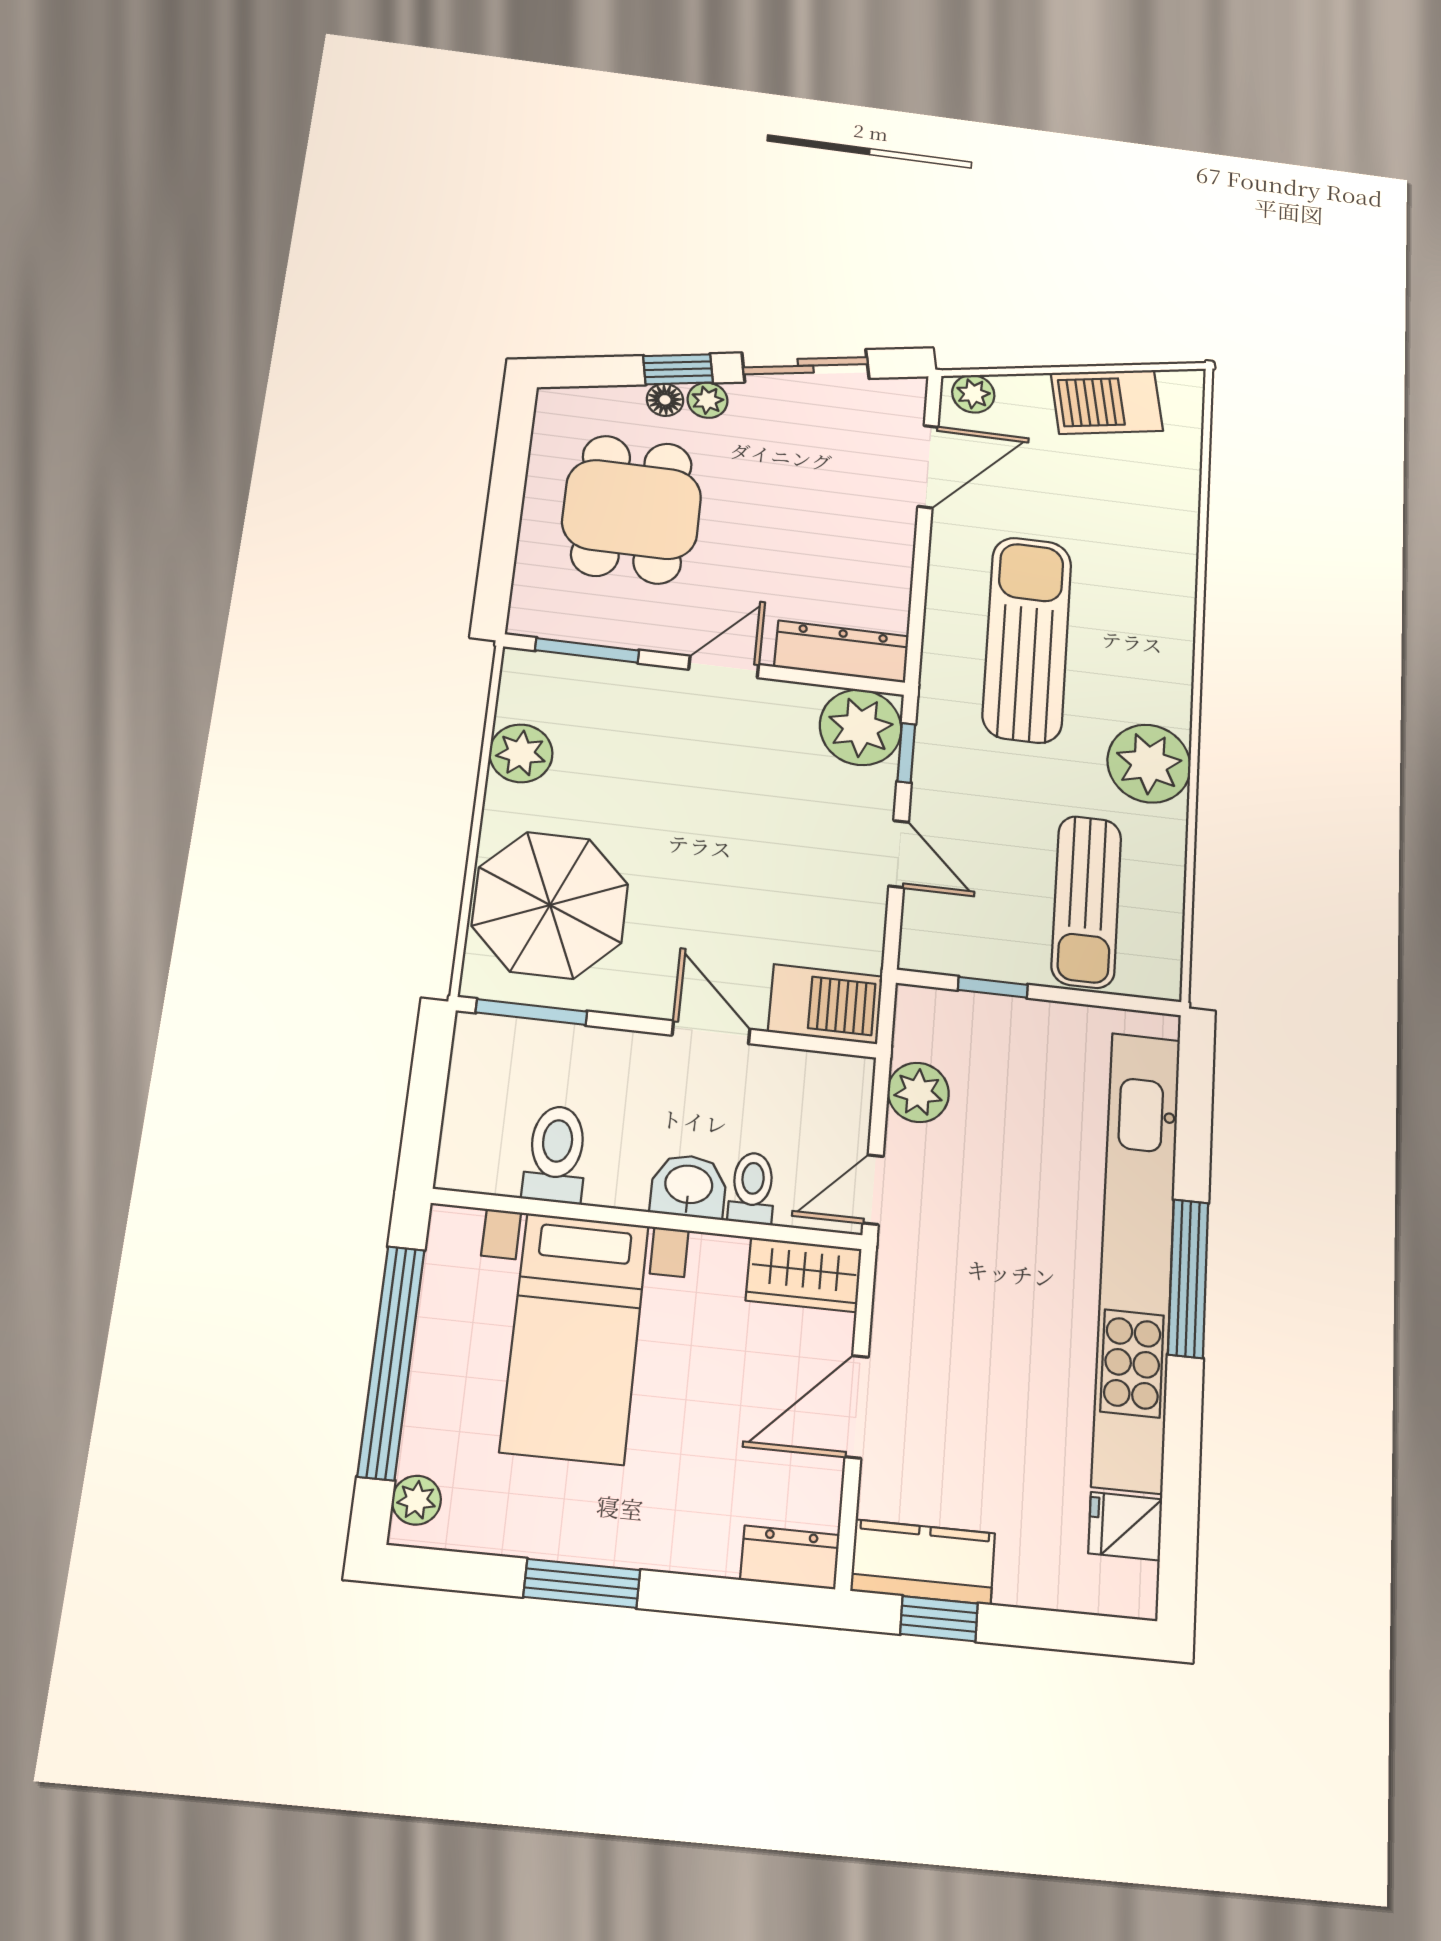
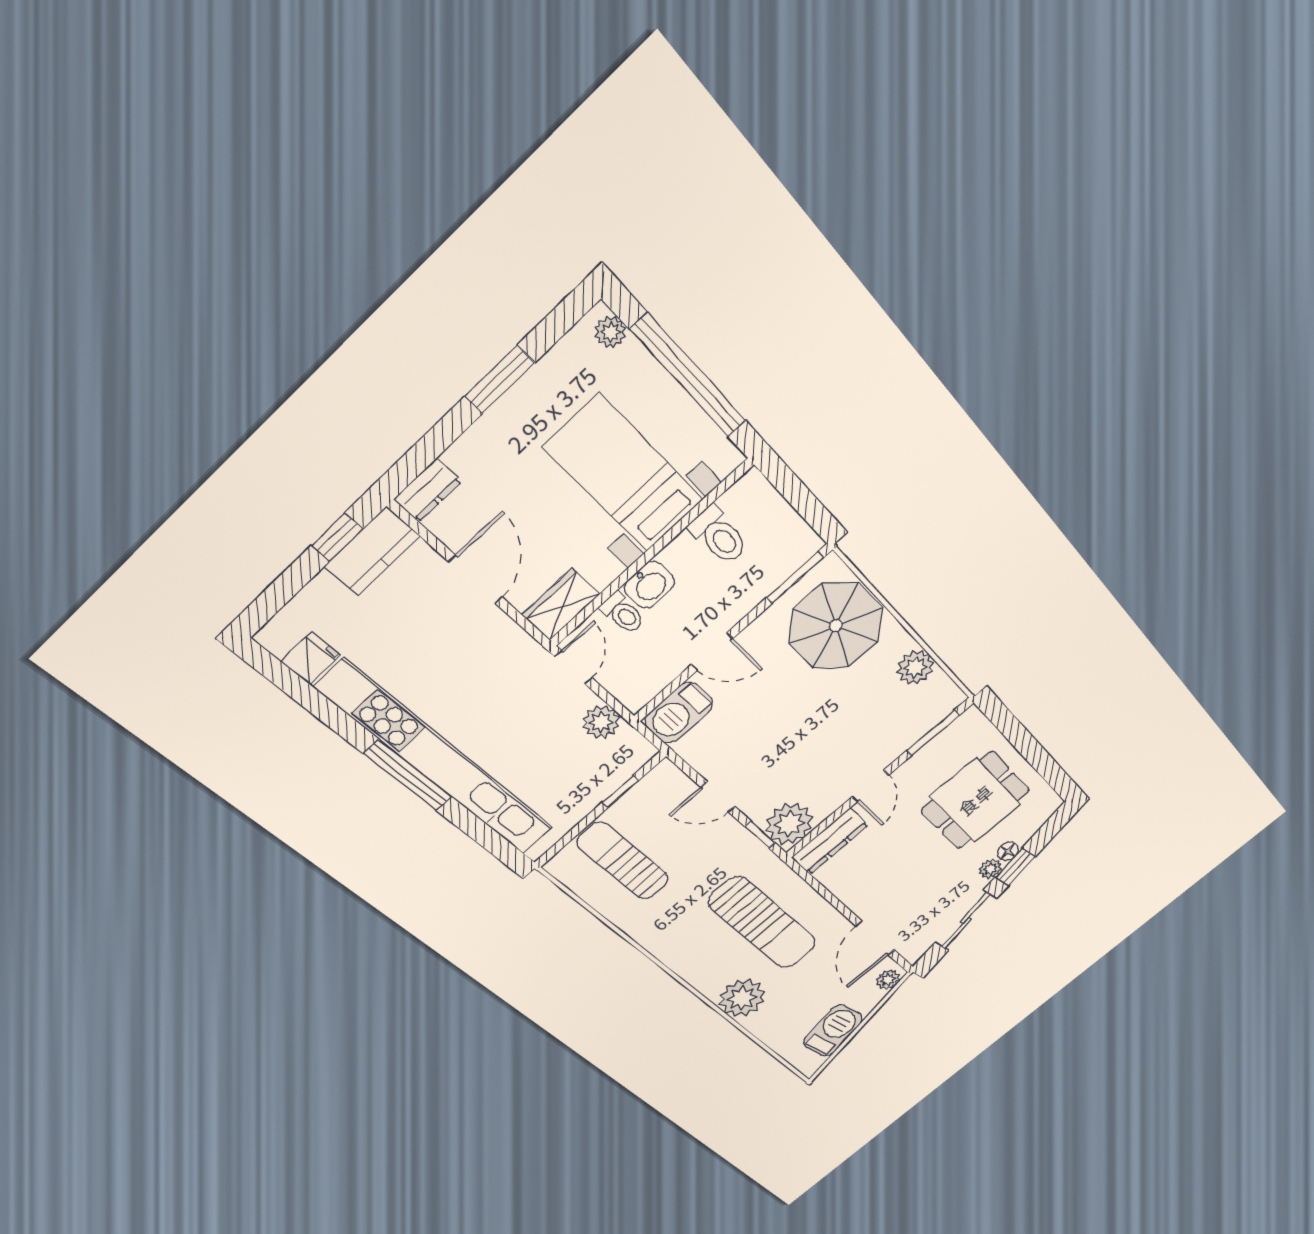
dining table: (632, 509) -> (975, 800), turned 90
plant: (1149, 764) -> (742, 998), moved

